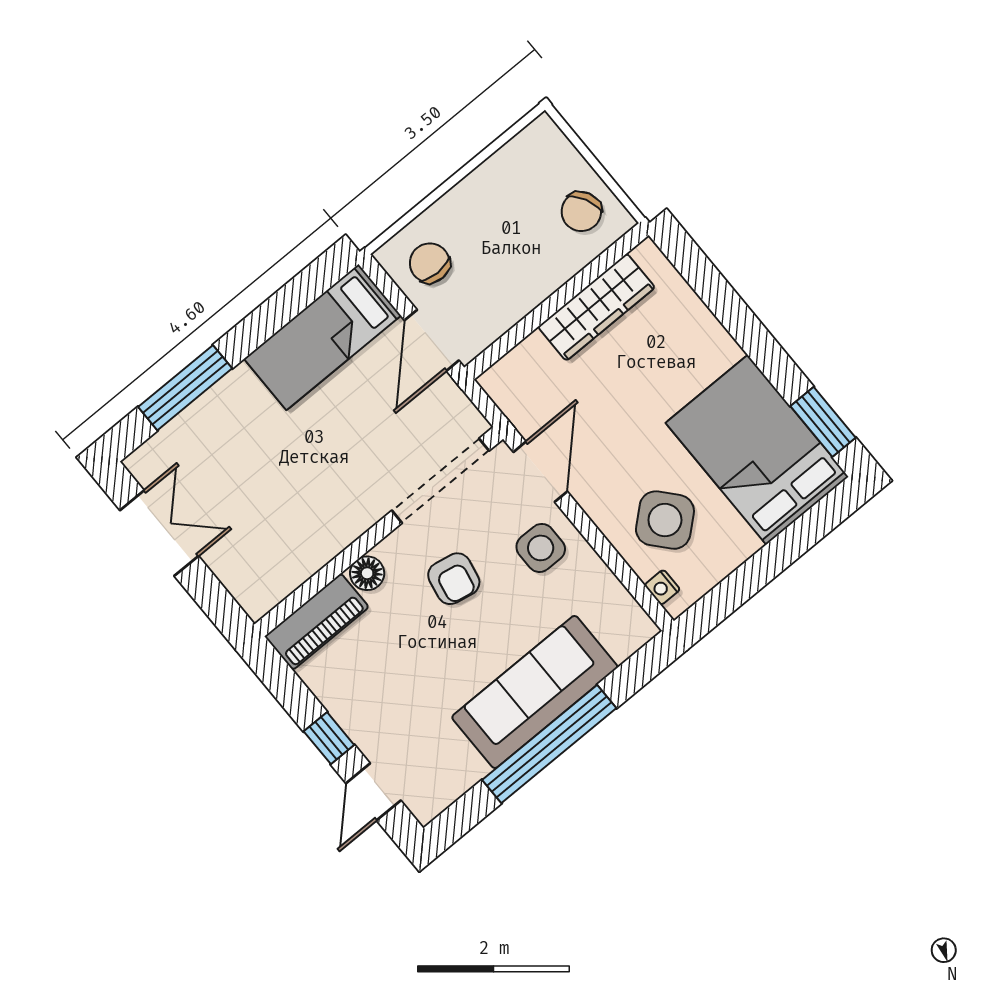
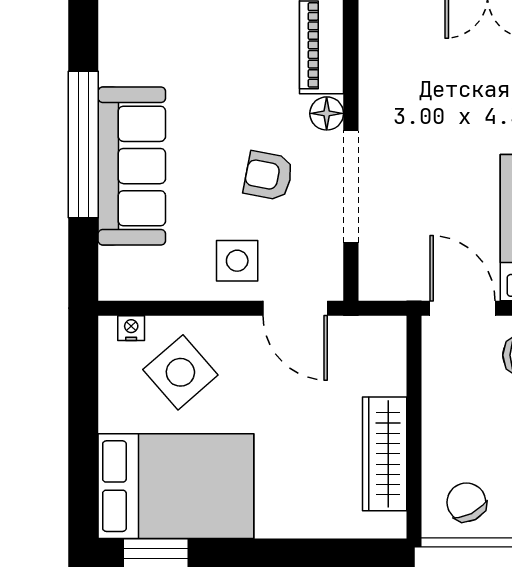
doorway: (441, 481) -> (351, 187), moved

